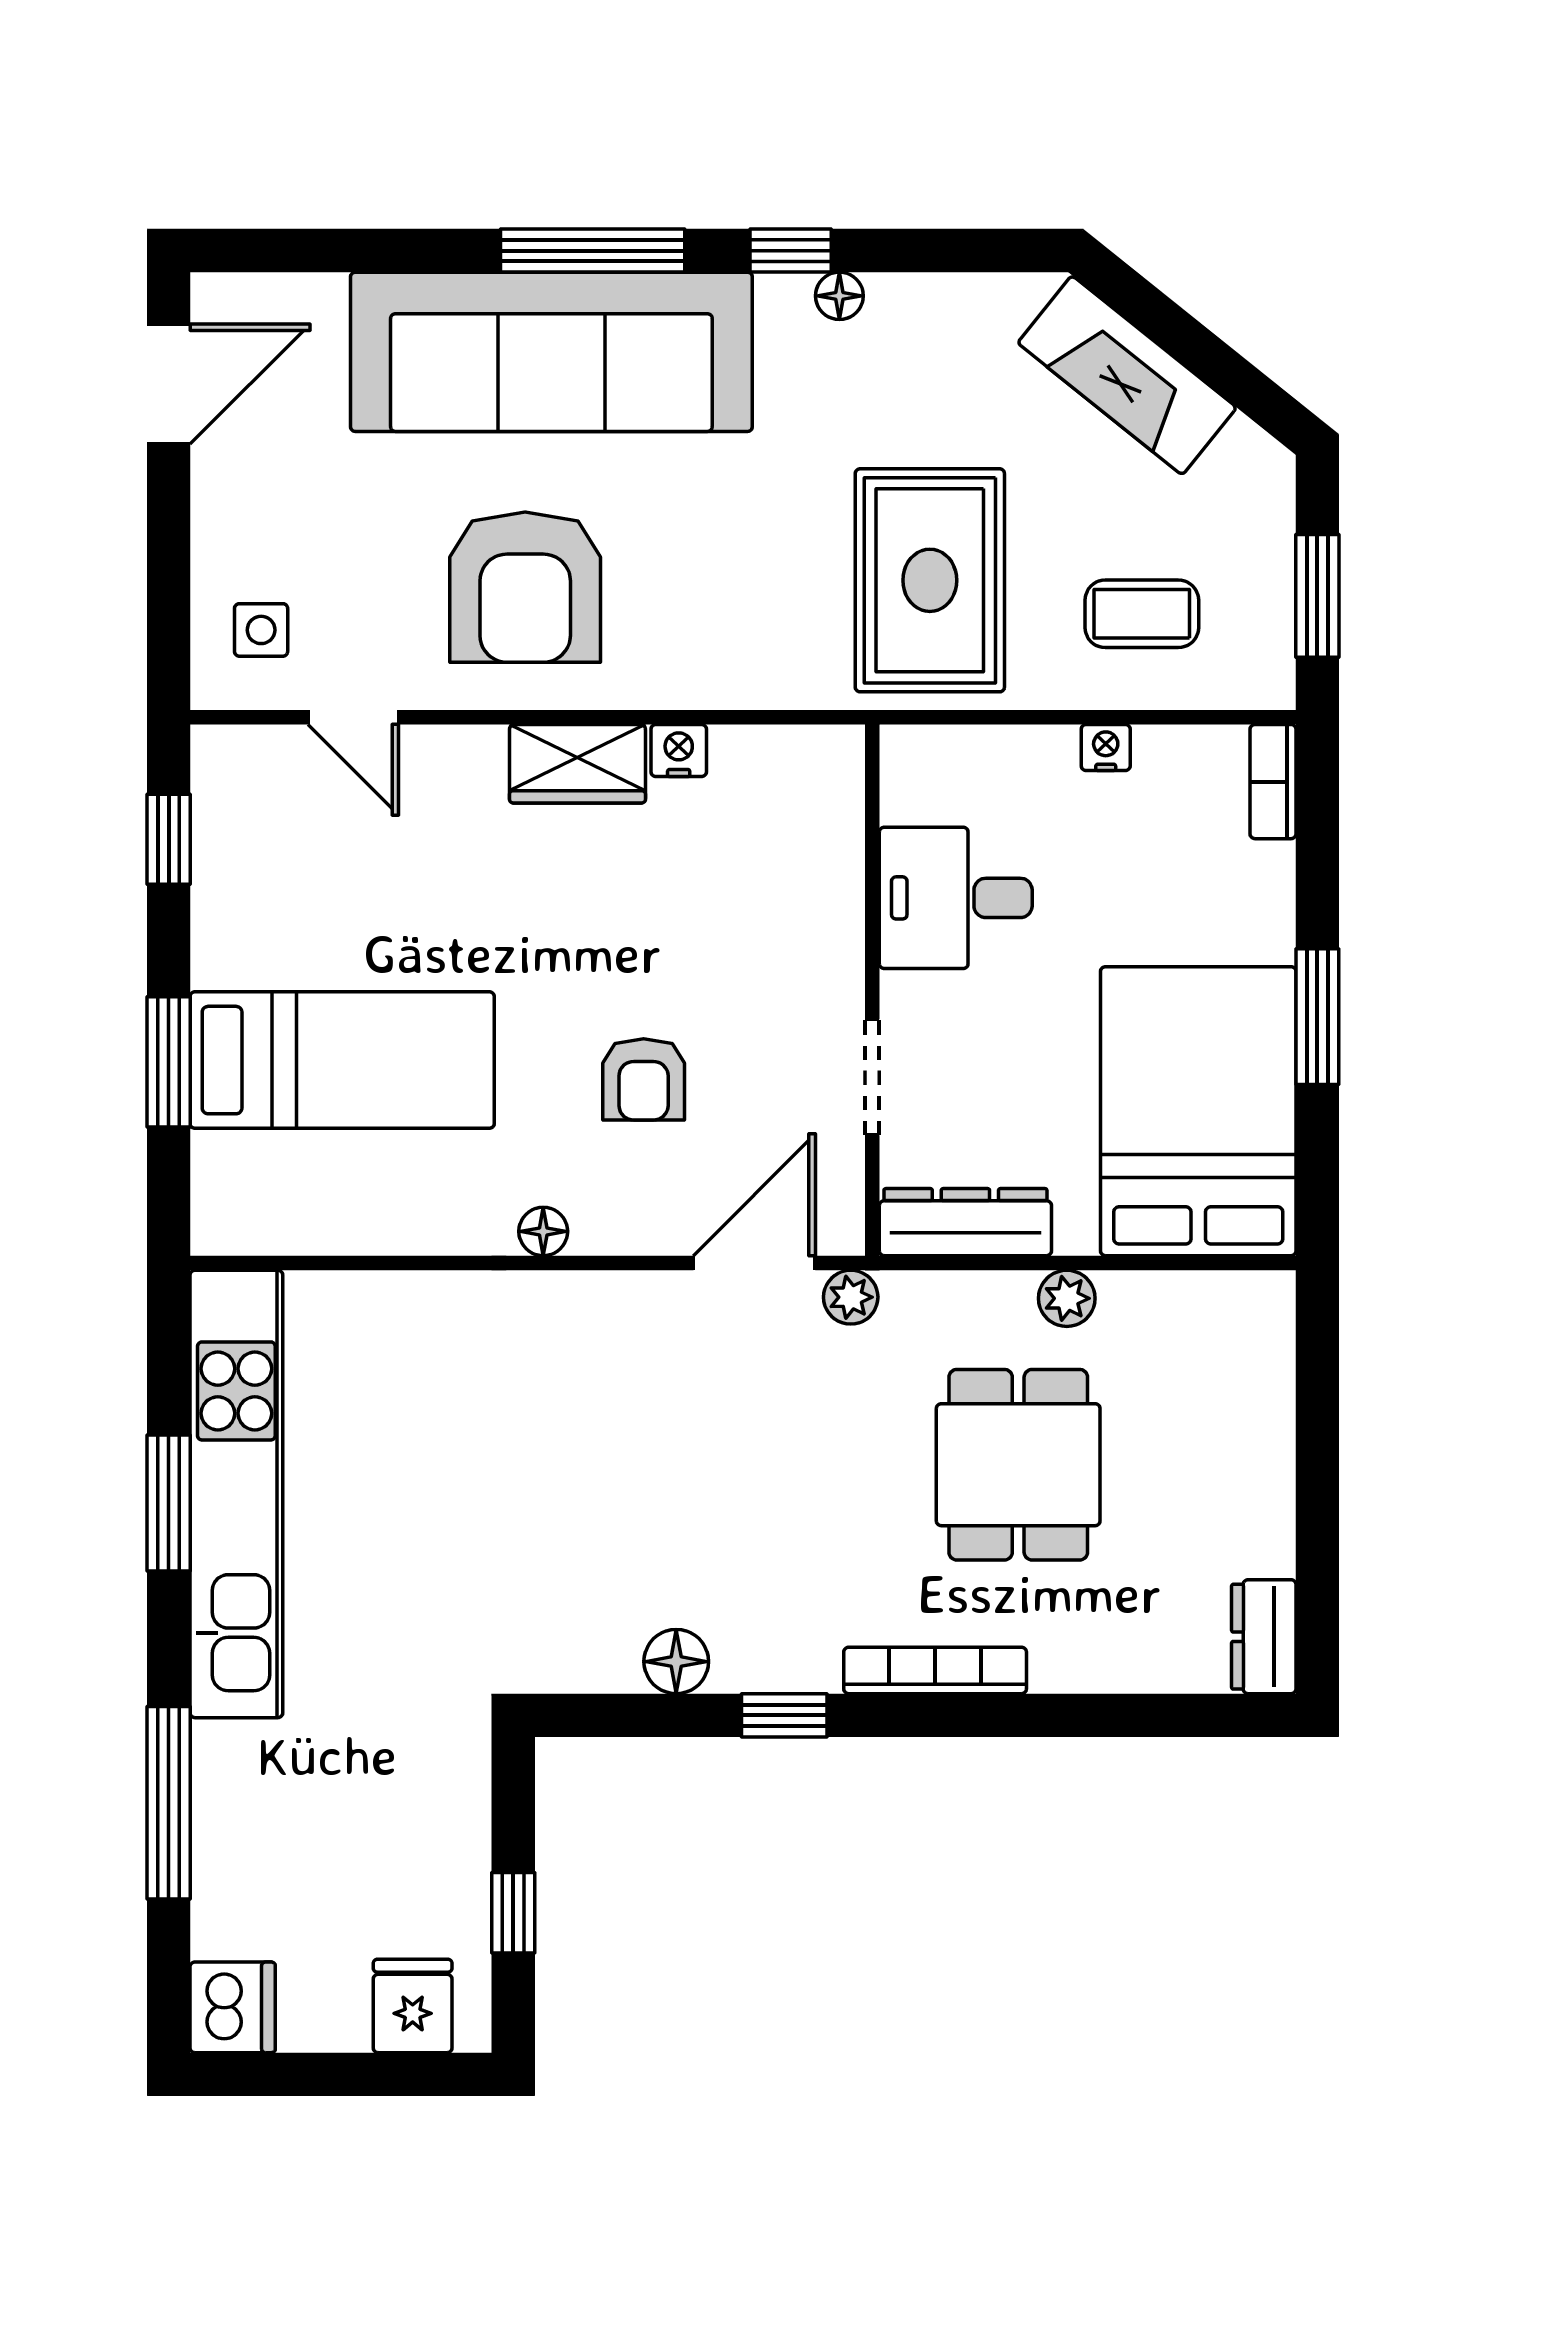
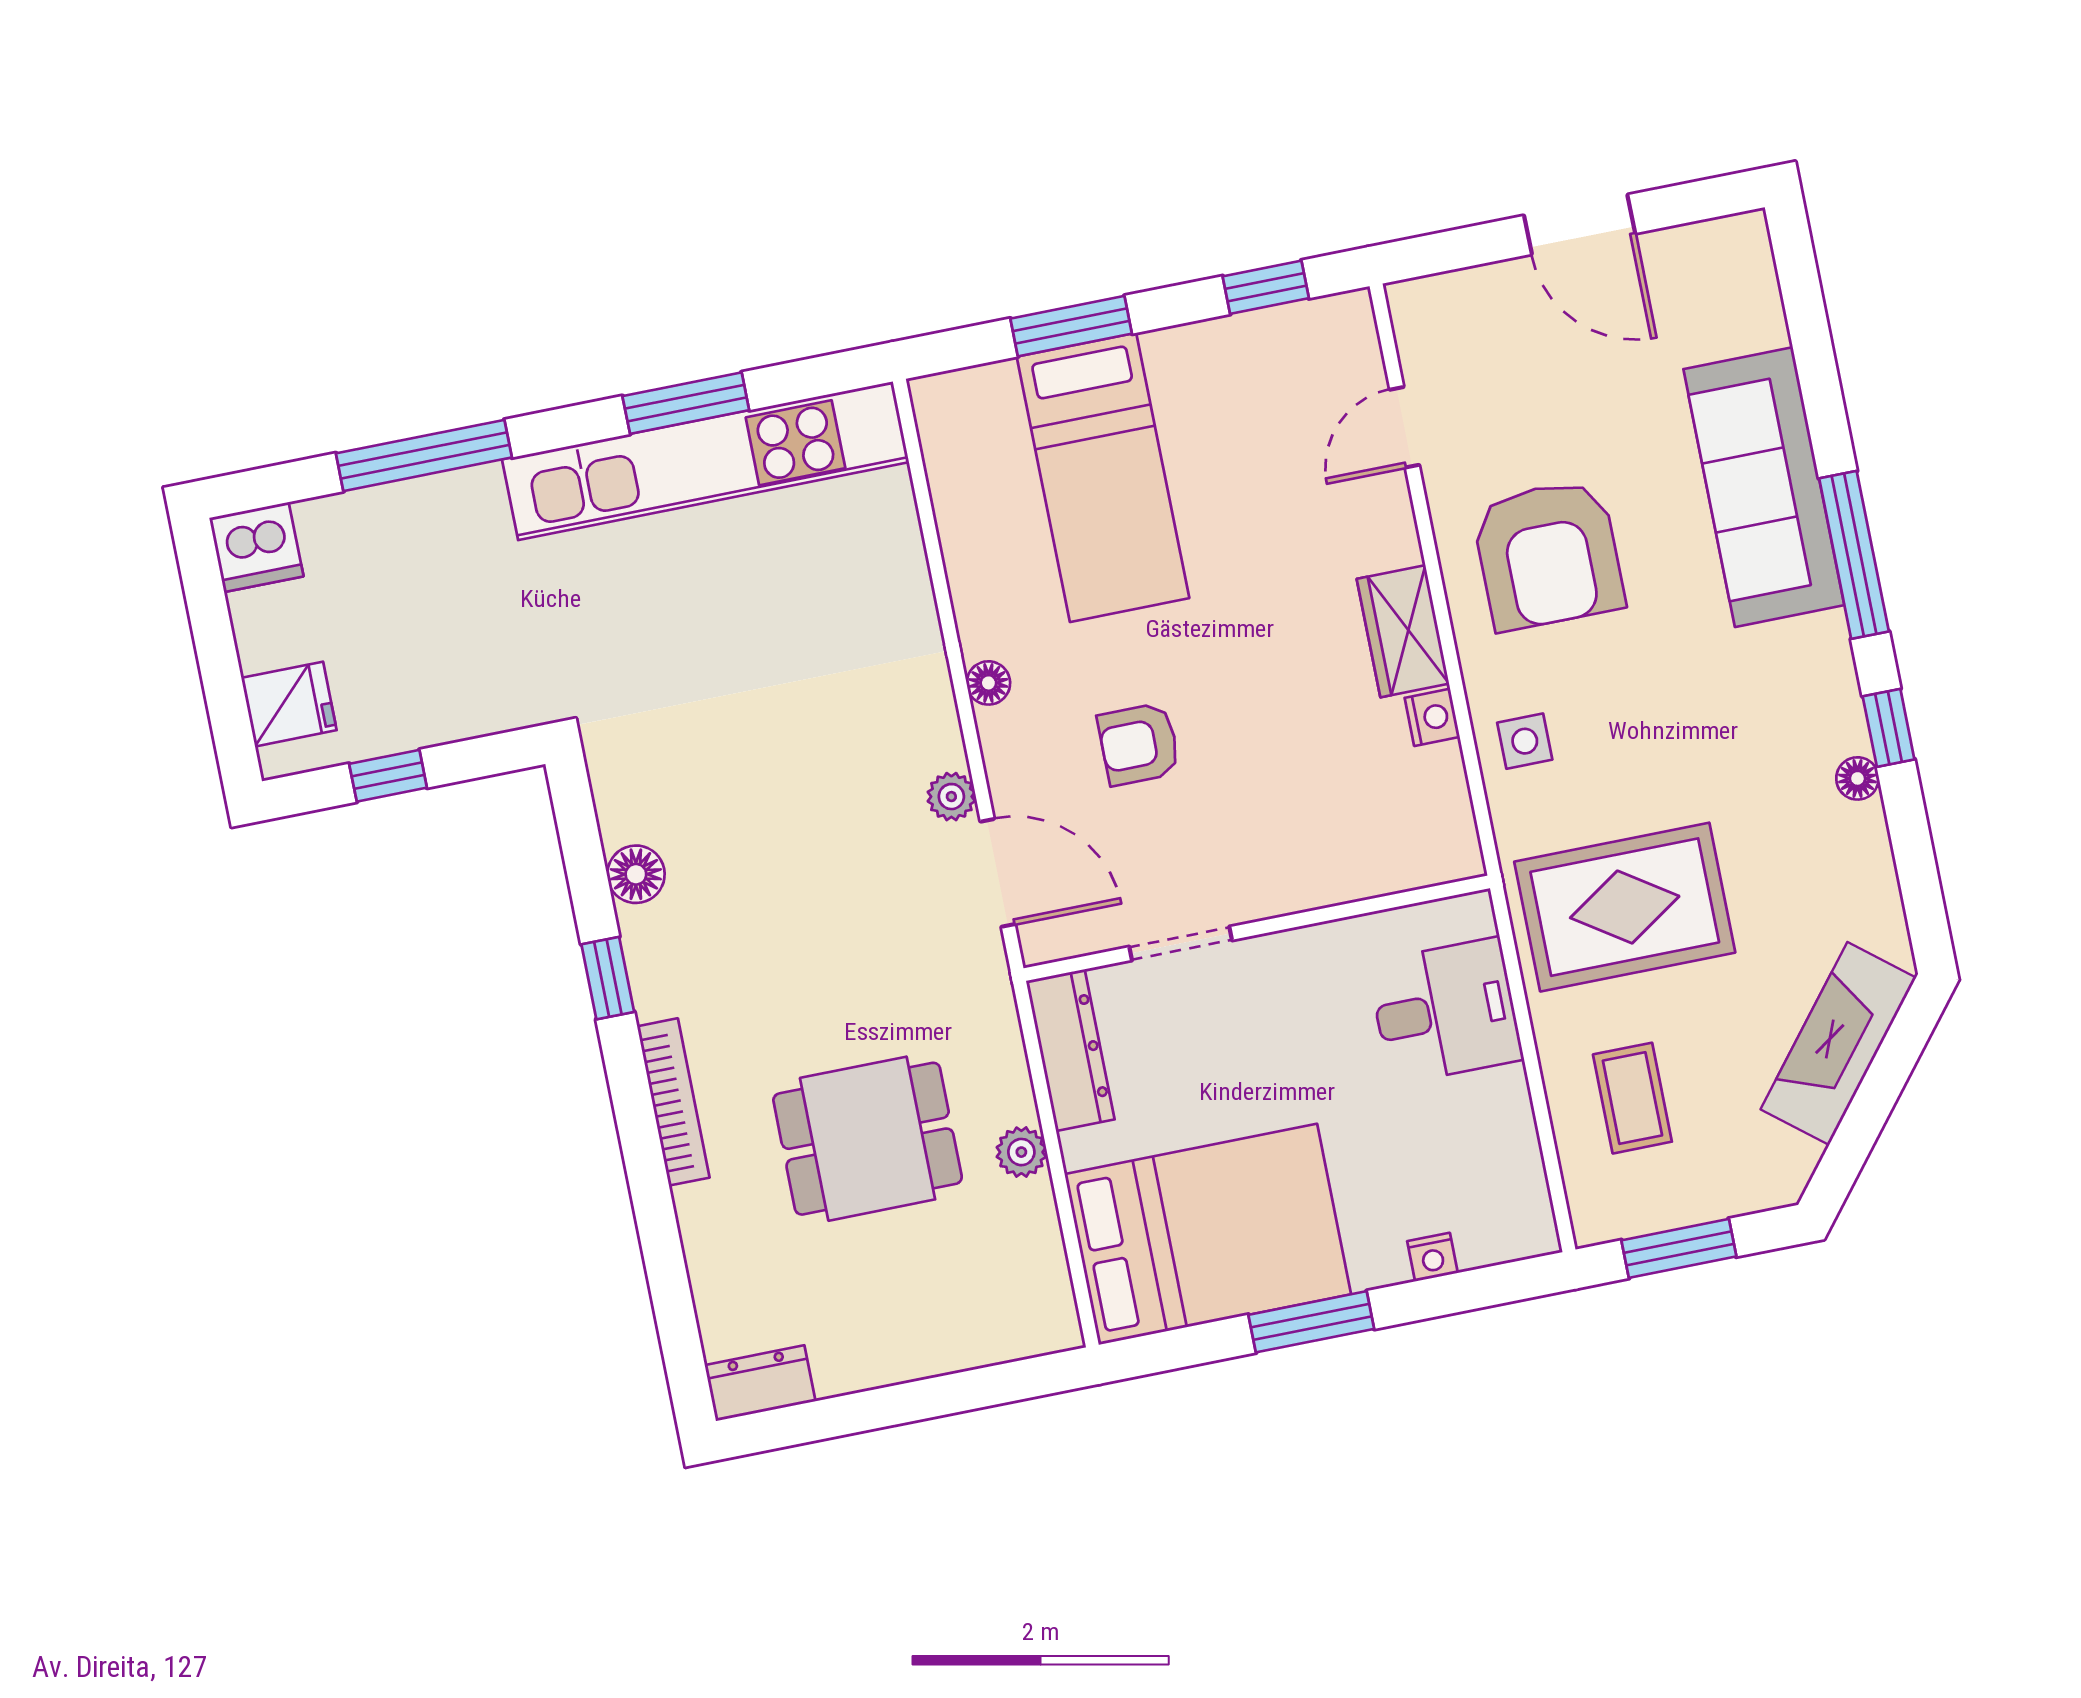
sofa: (551, 352) -> (1764, 487), width x0.74, depth x0.79
door: (169, 384) -> (1580, 224), moved
armchair: (525, 587) -> (1548, 555), turned -90
side table: (261, 630) -> (1525, 741), moved
nightstand: (1106, 747) -> (1432, 1257), moved, turned 90
bookcase: (1273, 782) -> (1509, 1242), removed
desk: (956, 898) -> (1445, 1011), moved, turned 90
plant: (851, 1297) -> (951, 797), moved

